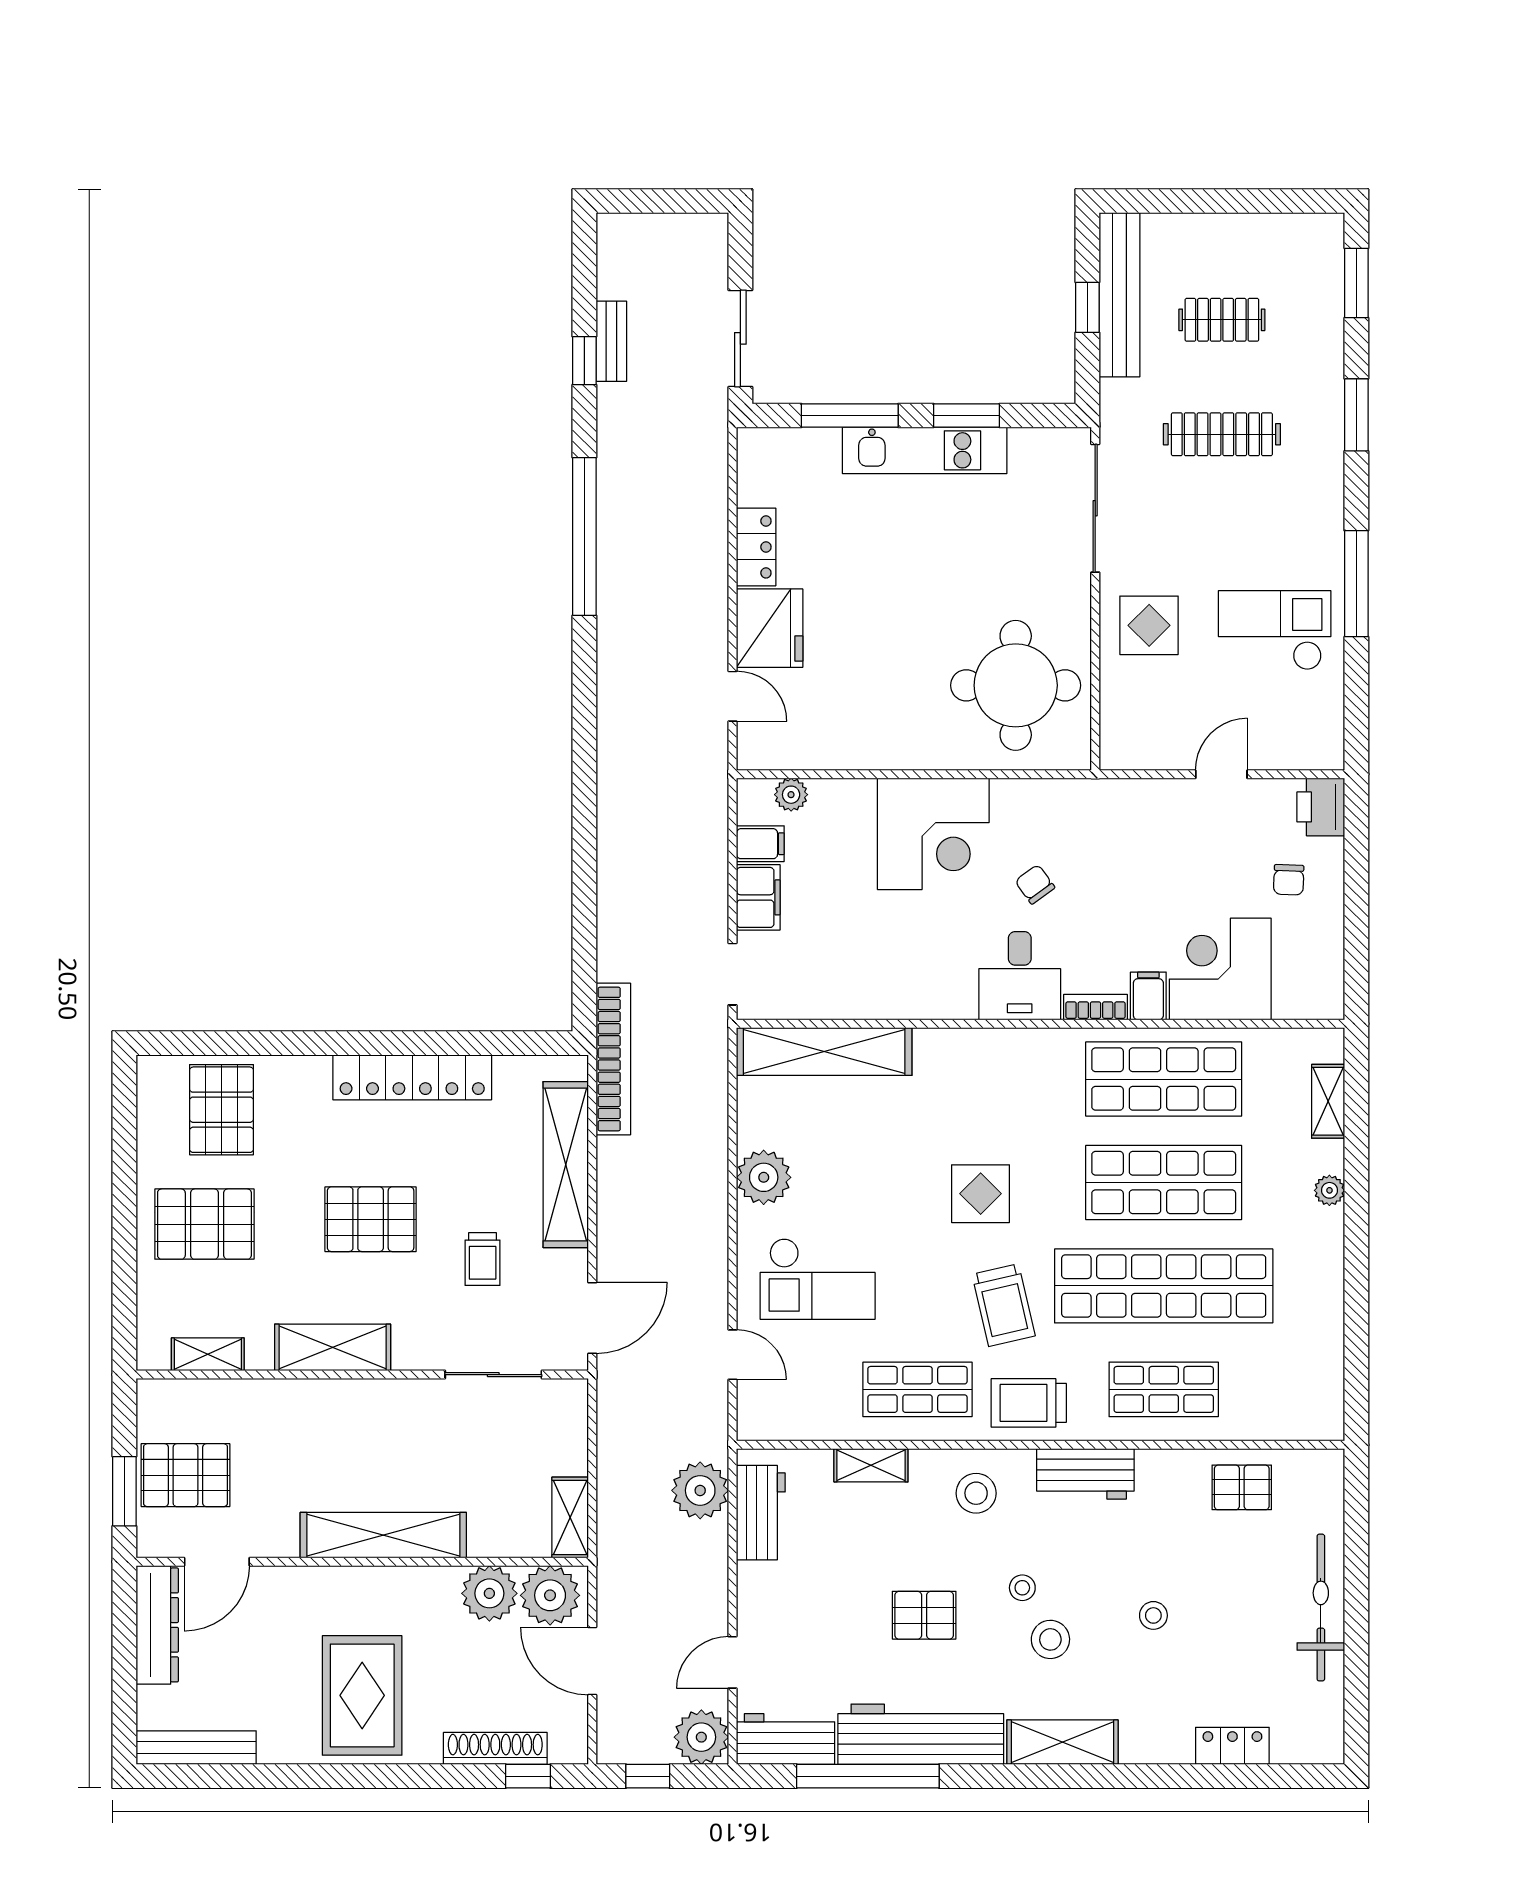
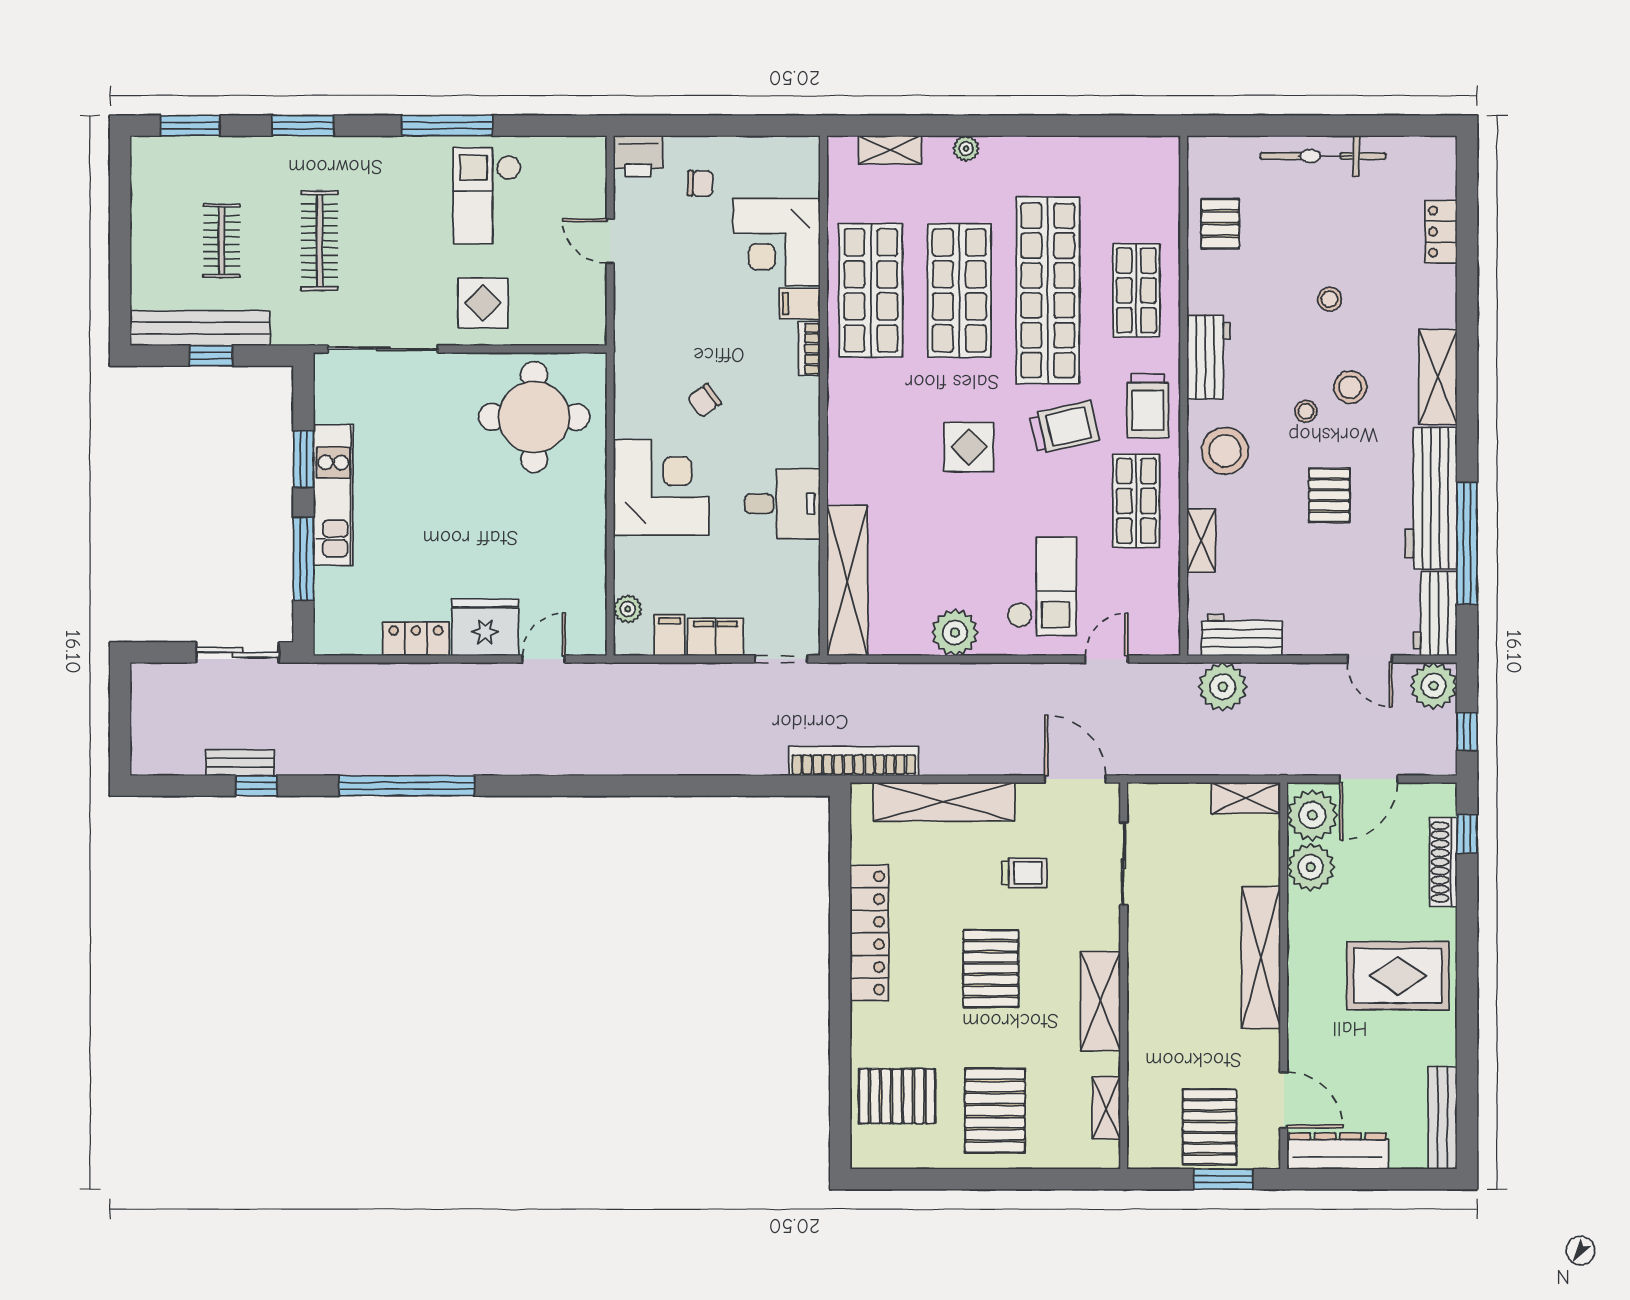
desk: (1020, 976) -> (783, 504), moved
stool: (976, 1493) -> (1225, 451), width x1.38, depth x1.38

